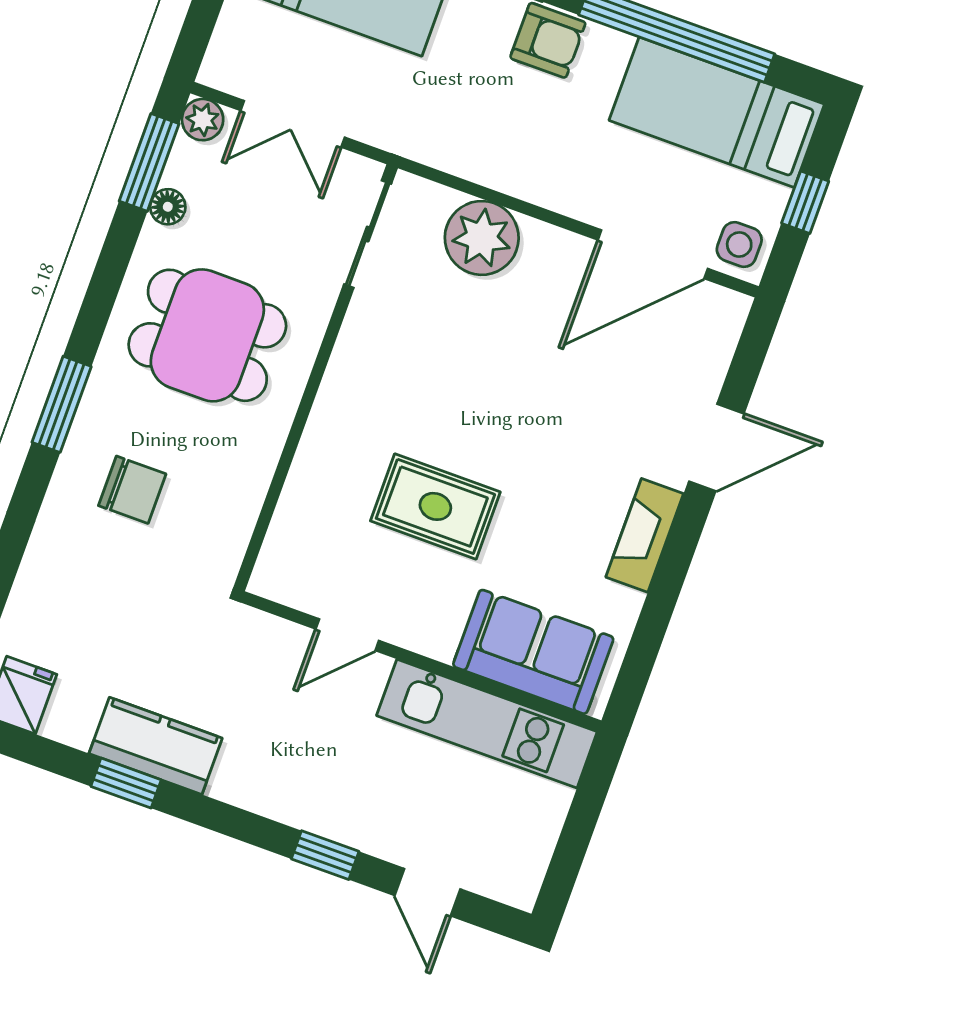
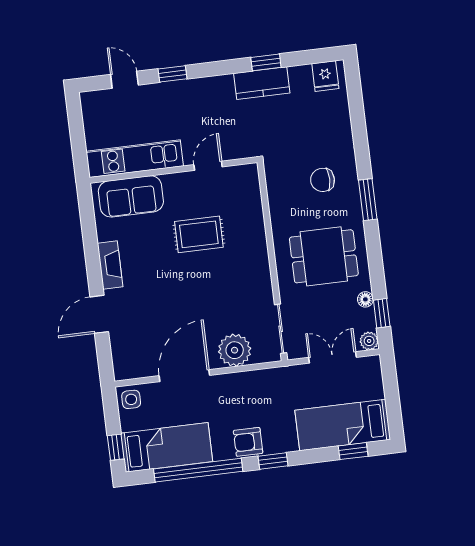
window: (149, 162) -> (382, 313), width x0.67
window: (805, 202) -> (116, 447), moved
door: (653, 254) -> (184, 376), moved

